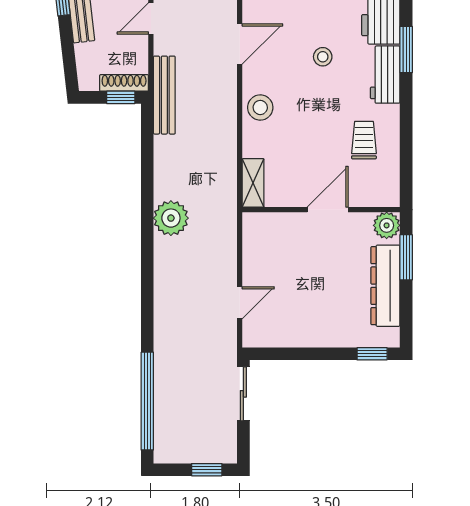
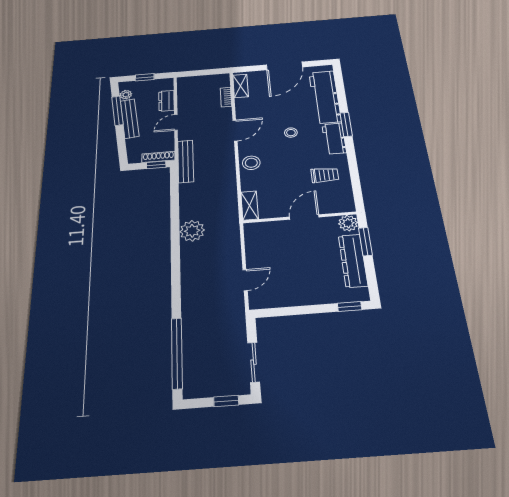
trolley: (364, 140) -> (325, 175), turned 90
sliding door: (243, 394) -> (254, 362), moved

